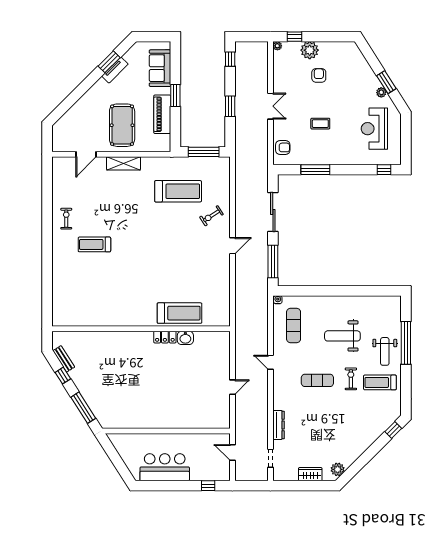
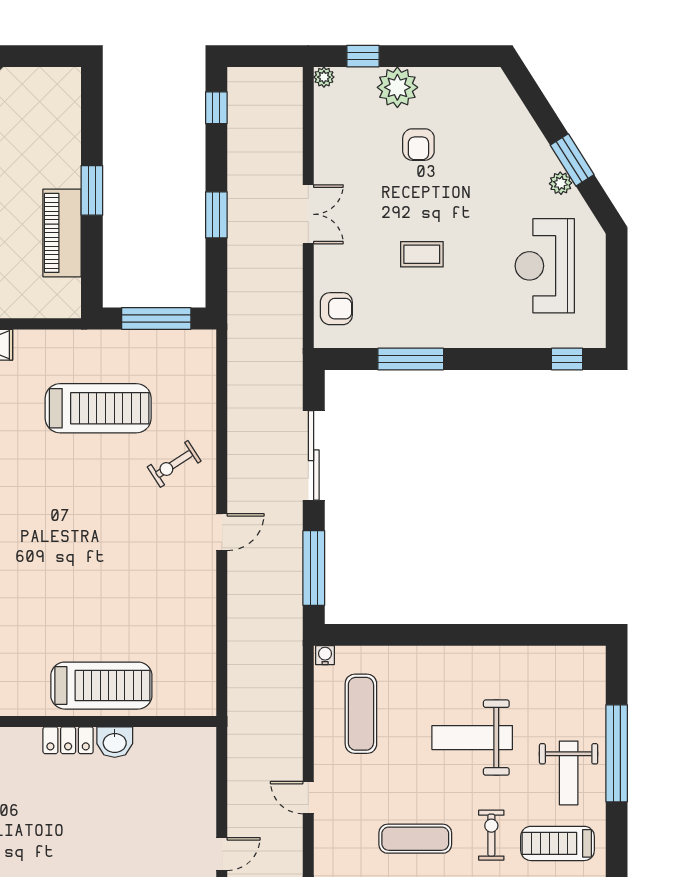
sofa: (160, 68) -> (57, 128), removed
armchair: (319, 75) -> (418, 145), turned 180

